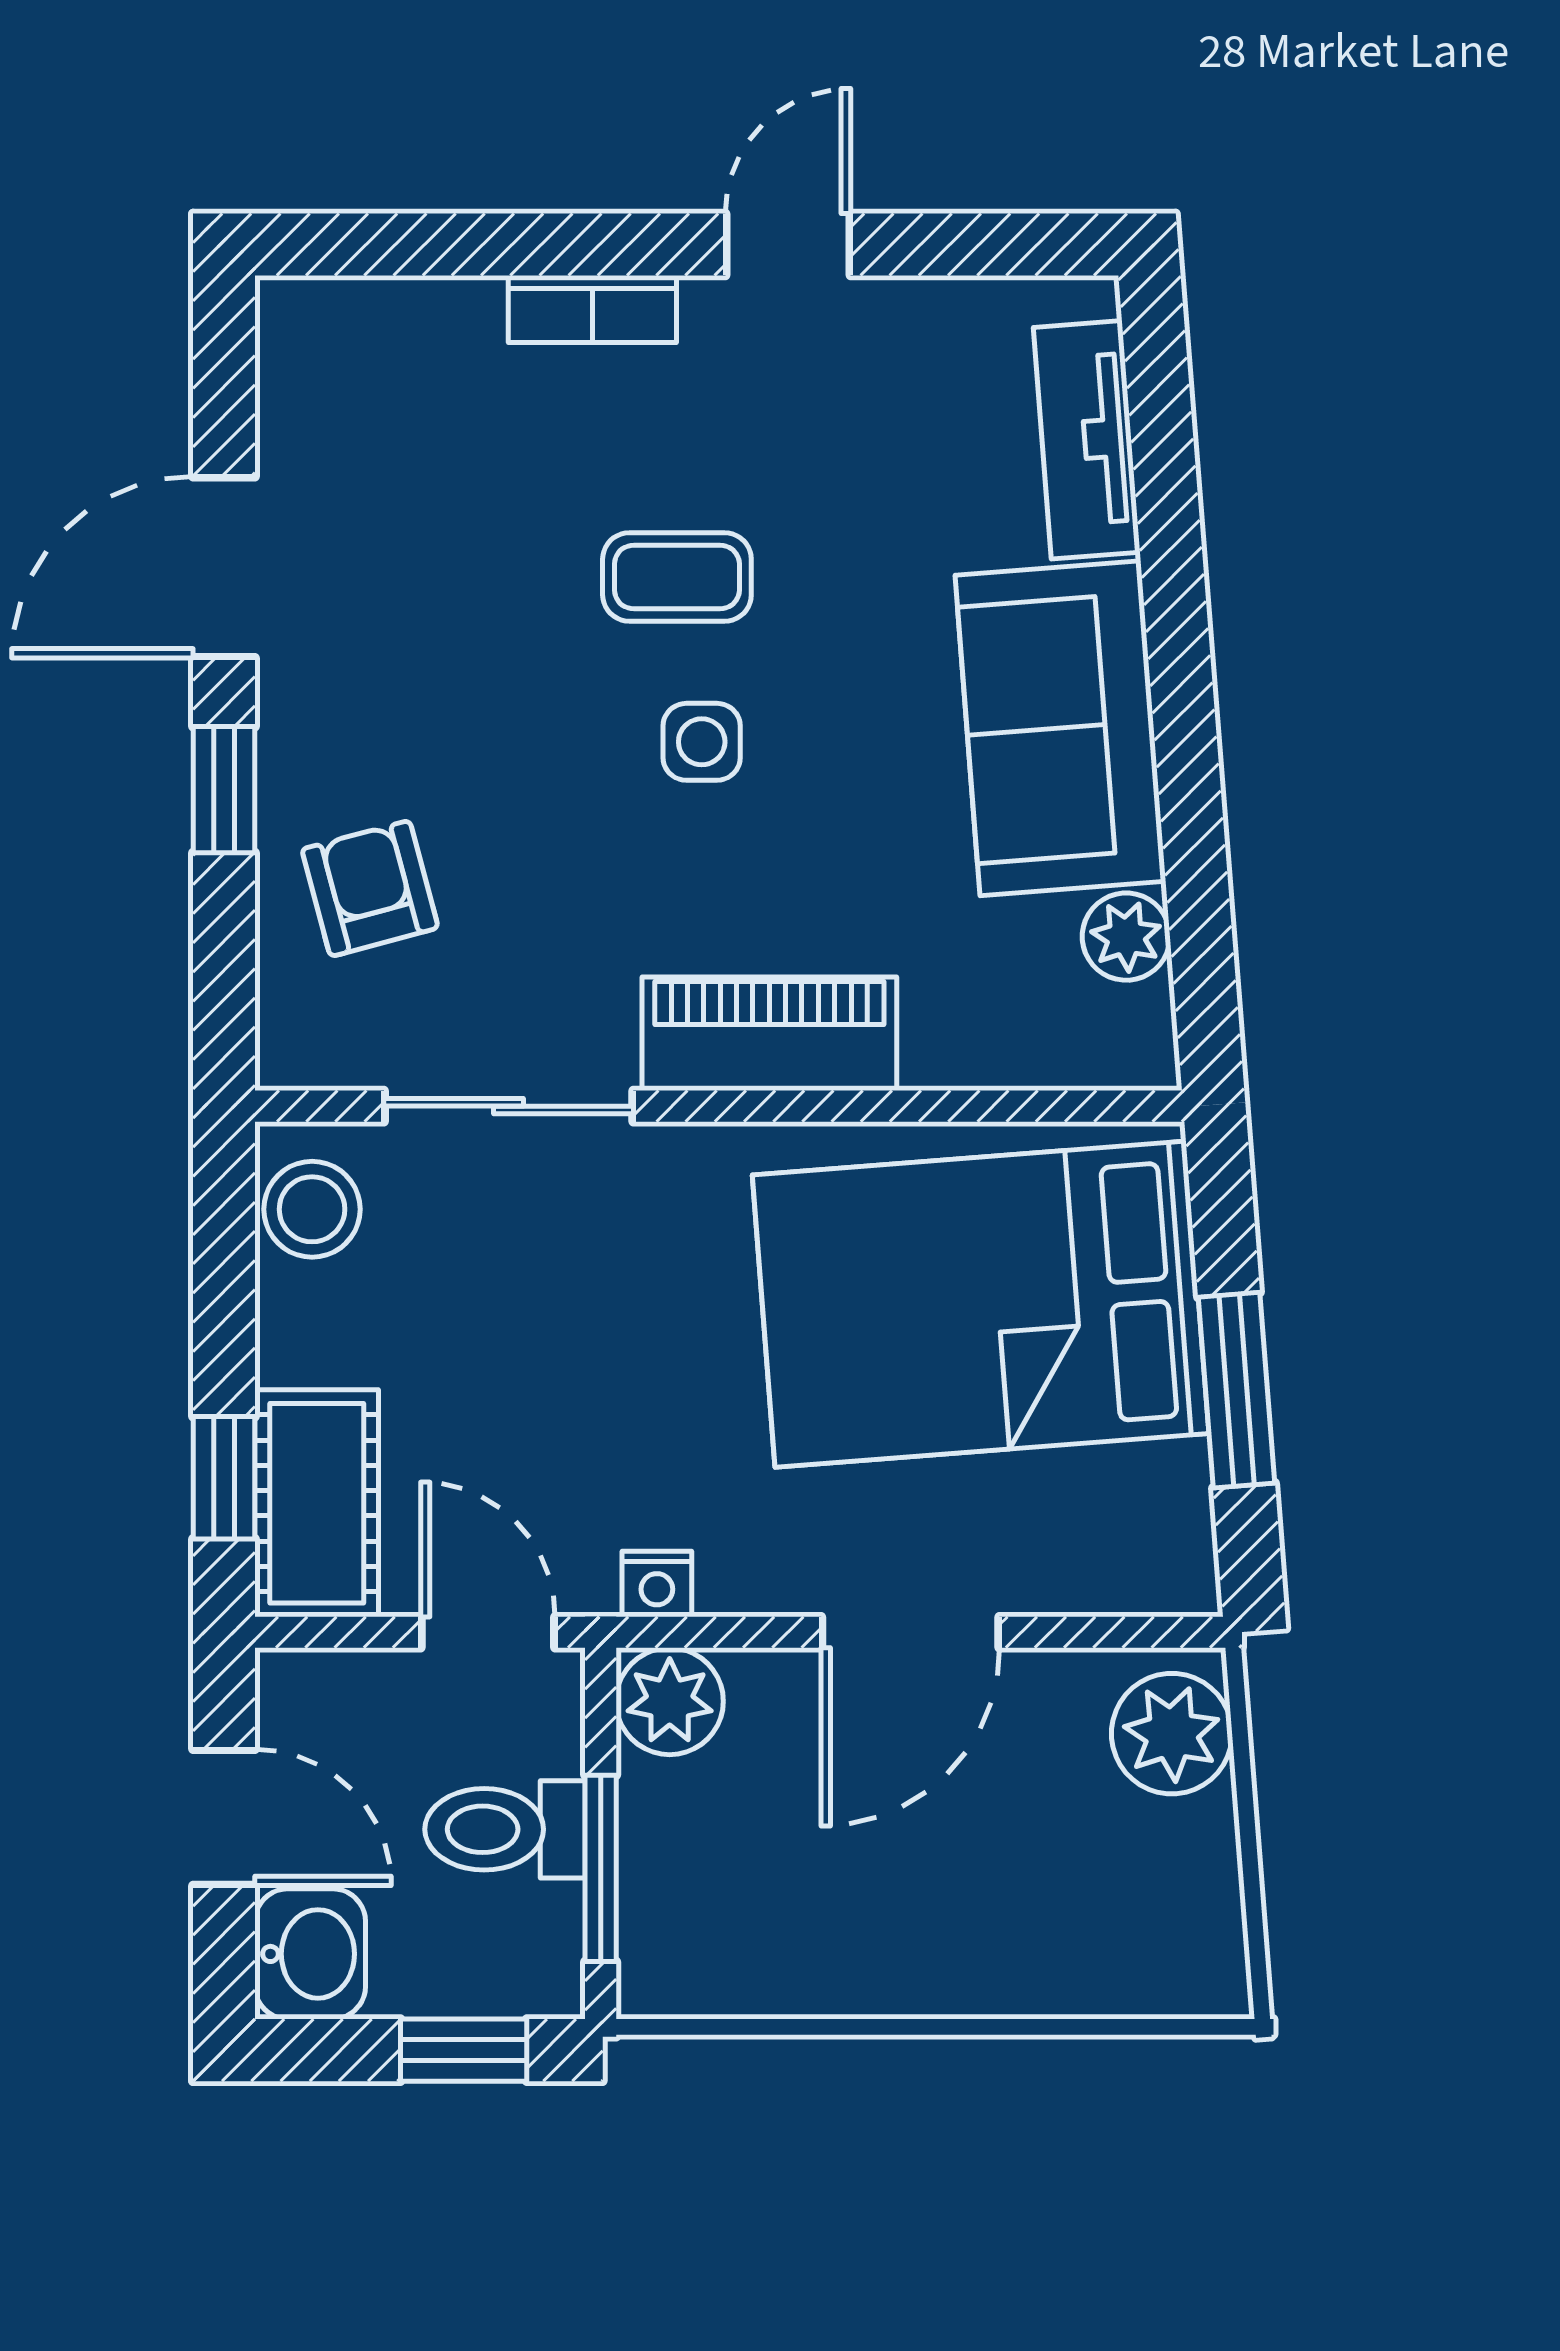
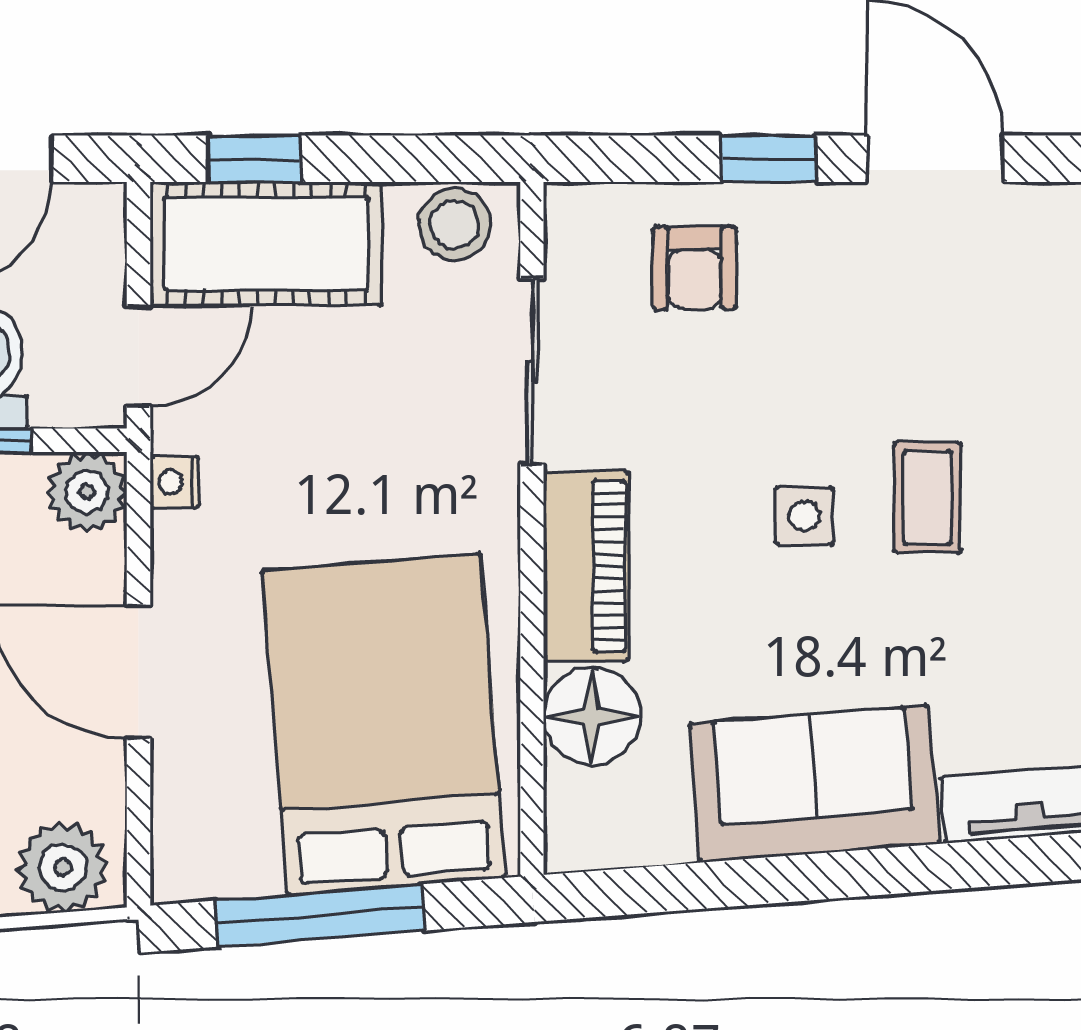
armchair: (370, 888) -> (695, 268), turned 105
plant: (1126, 937) -> (659, 833), removed
floor lamp: (970, 1025) -> (592, 716), added
window: (1236, 1390) -> (320, 916), width x1.44
cot: (317, 1503) -> (266, 244), width x1.37, depth x1.34

